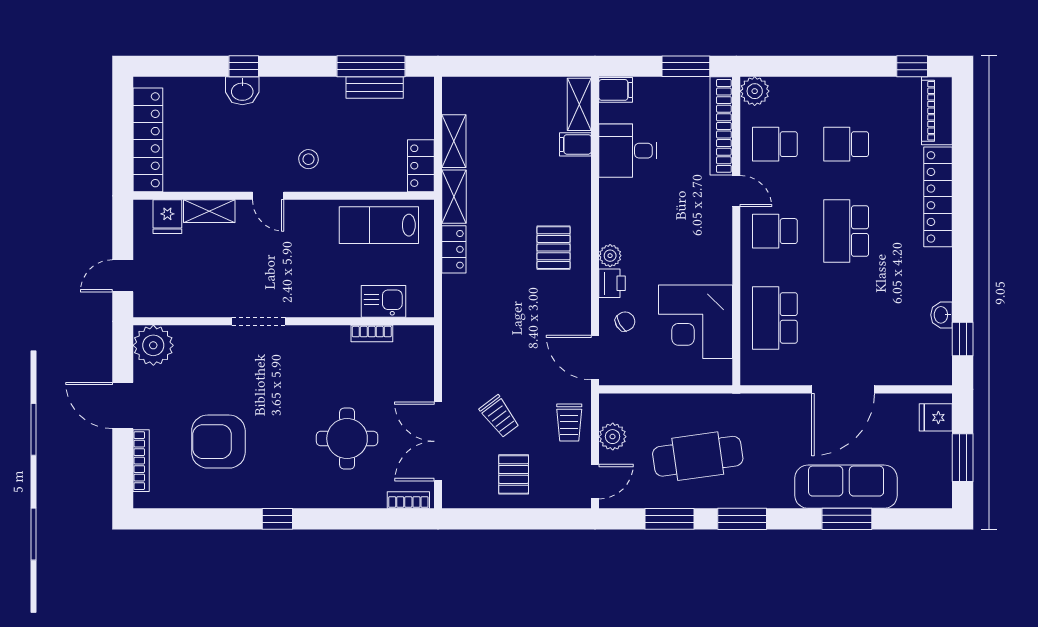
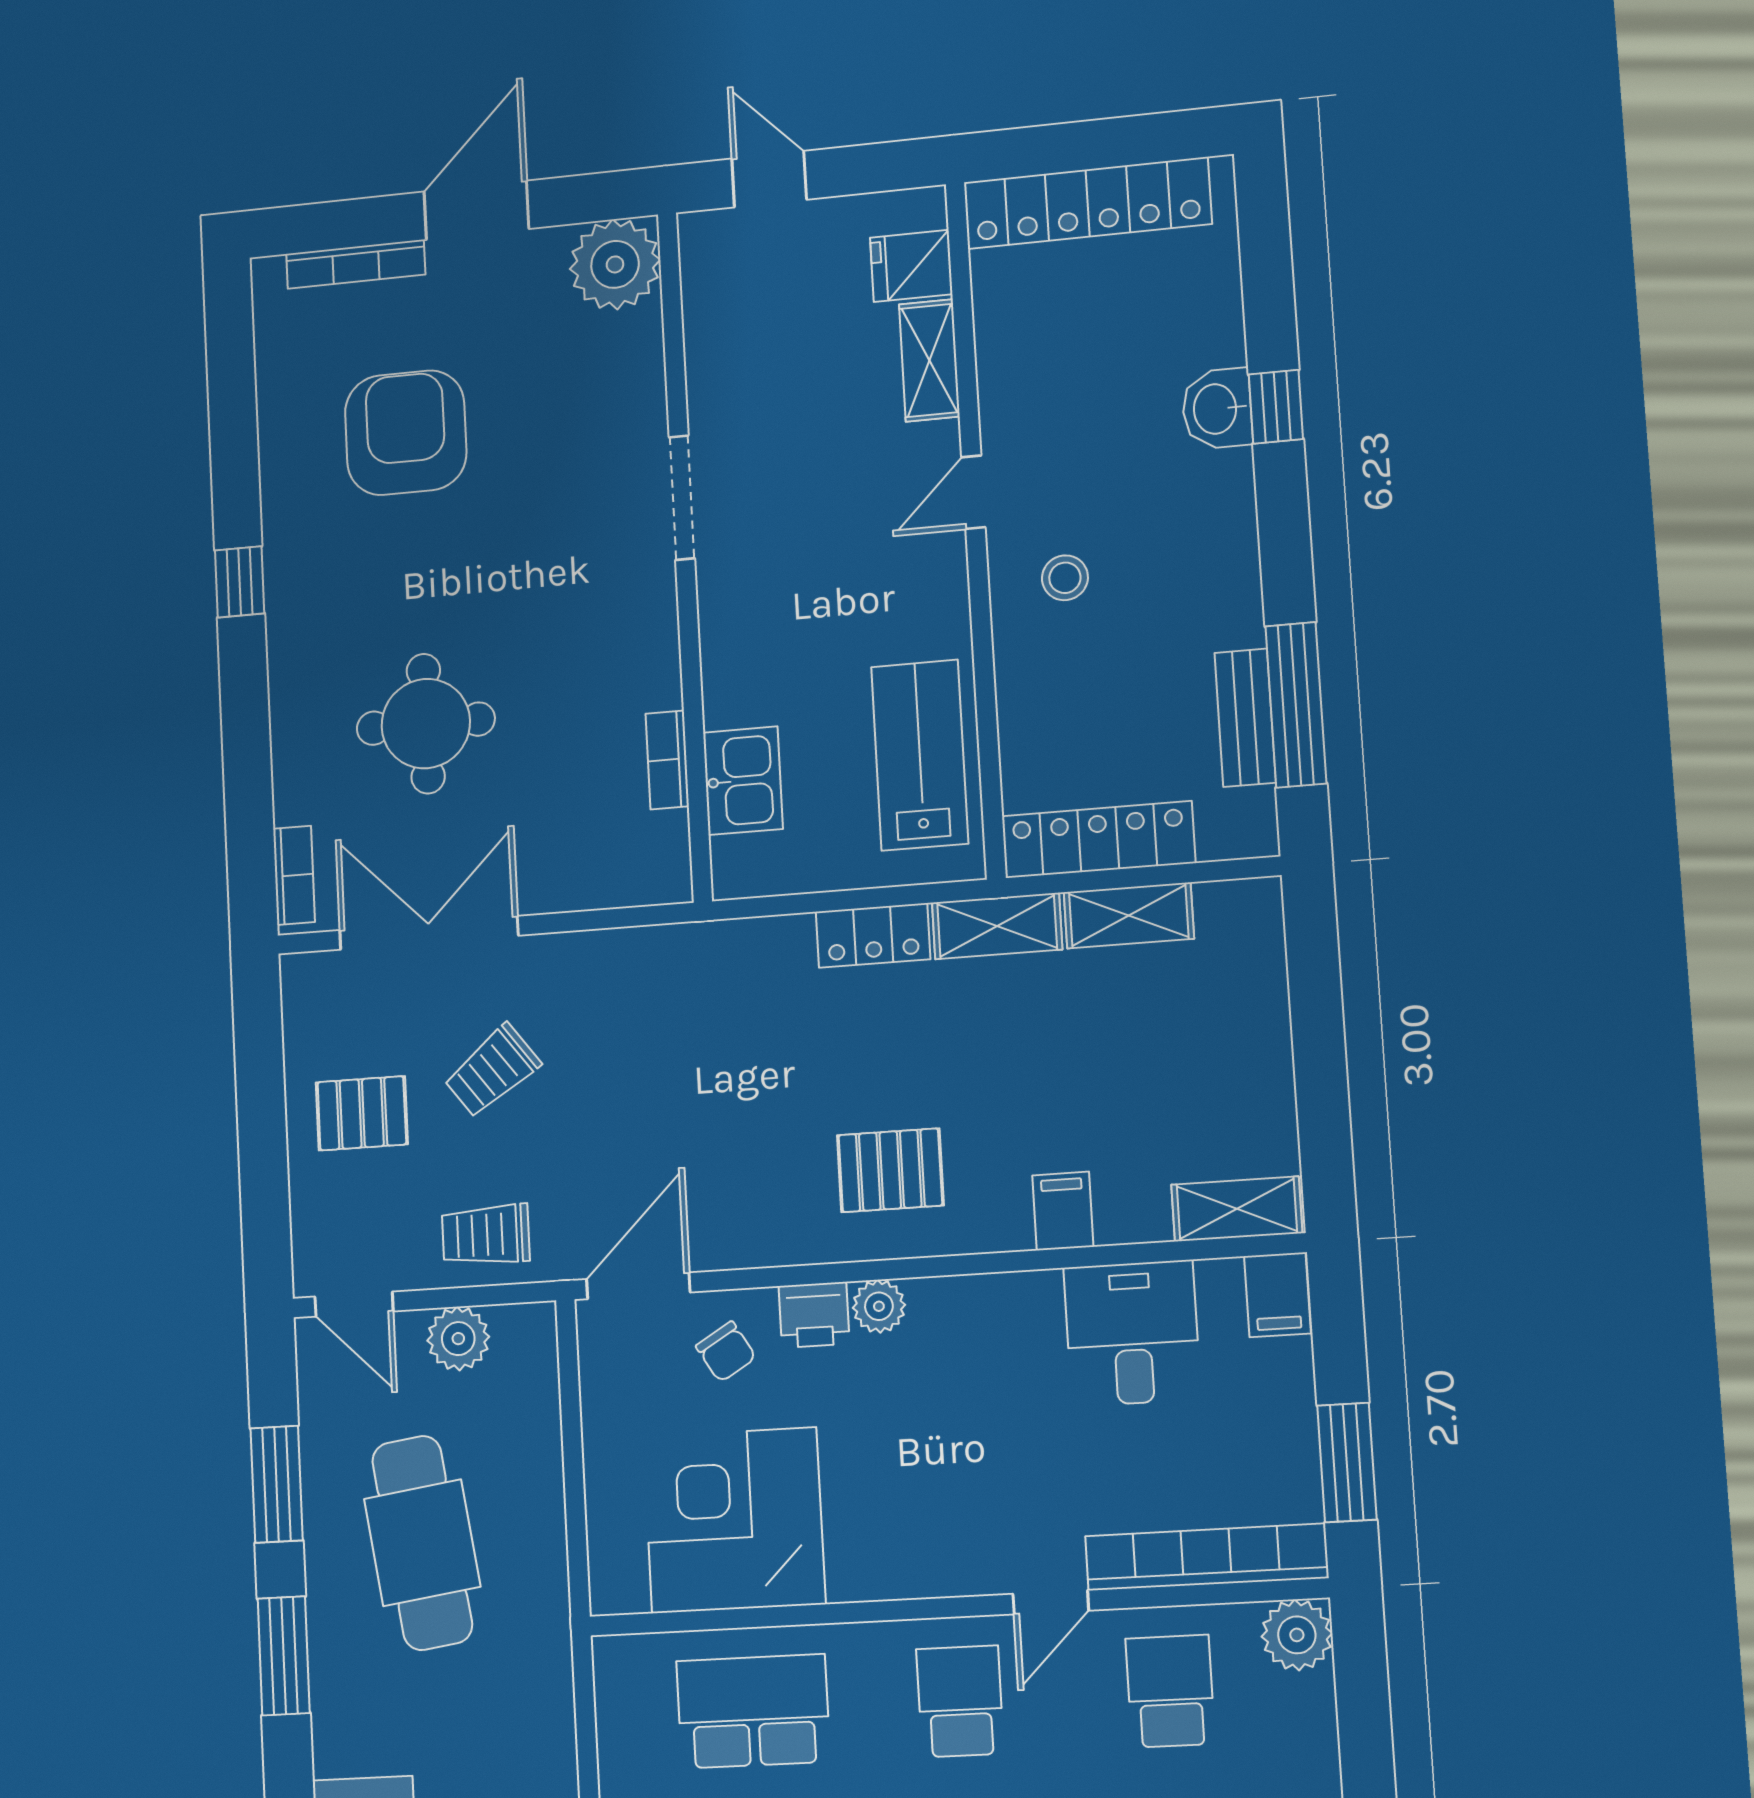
filing cabinet: (575, 144) -> (1063, 1211), moved
locker: (421, 166) -> (1098, 840), width x1.53

